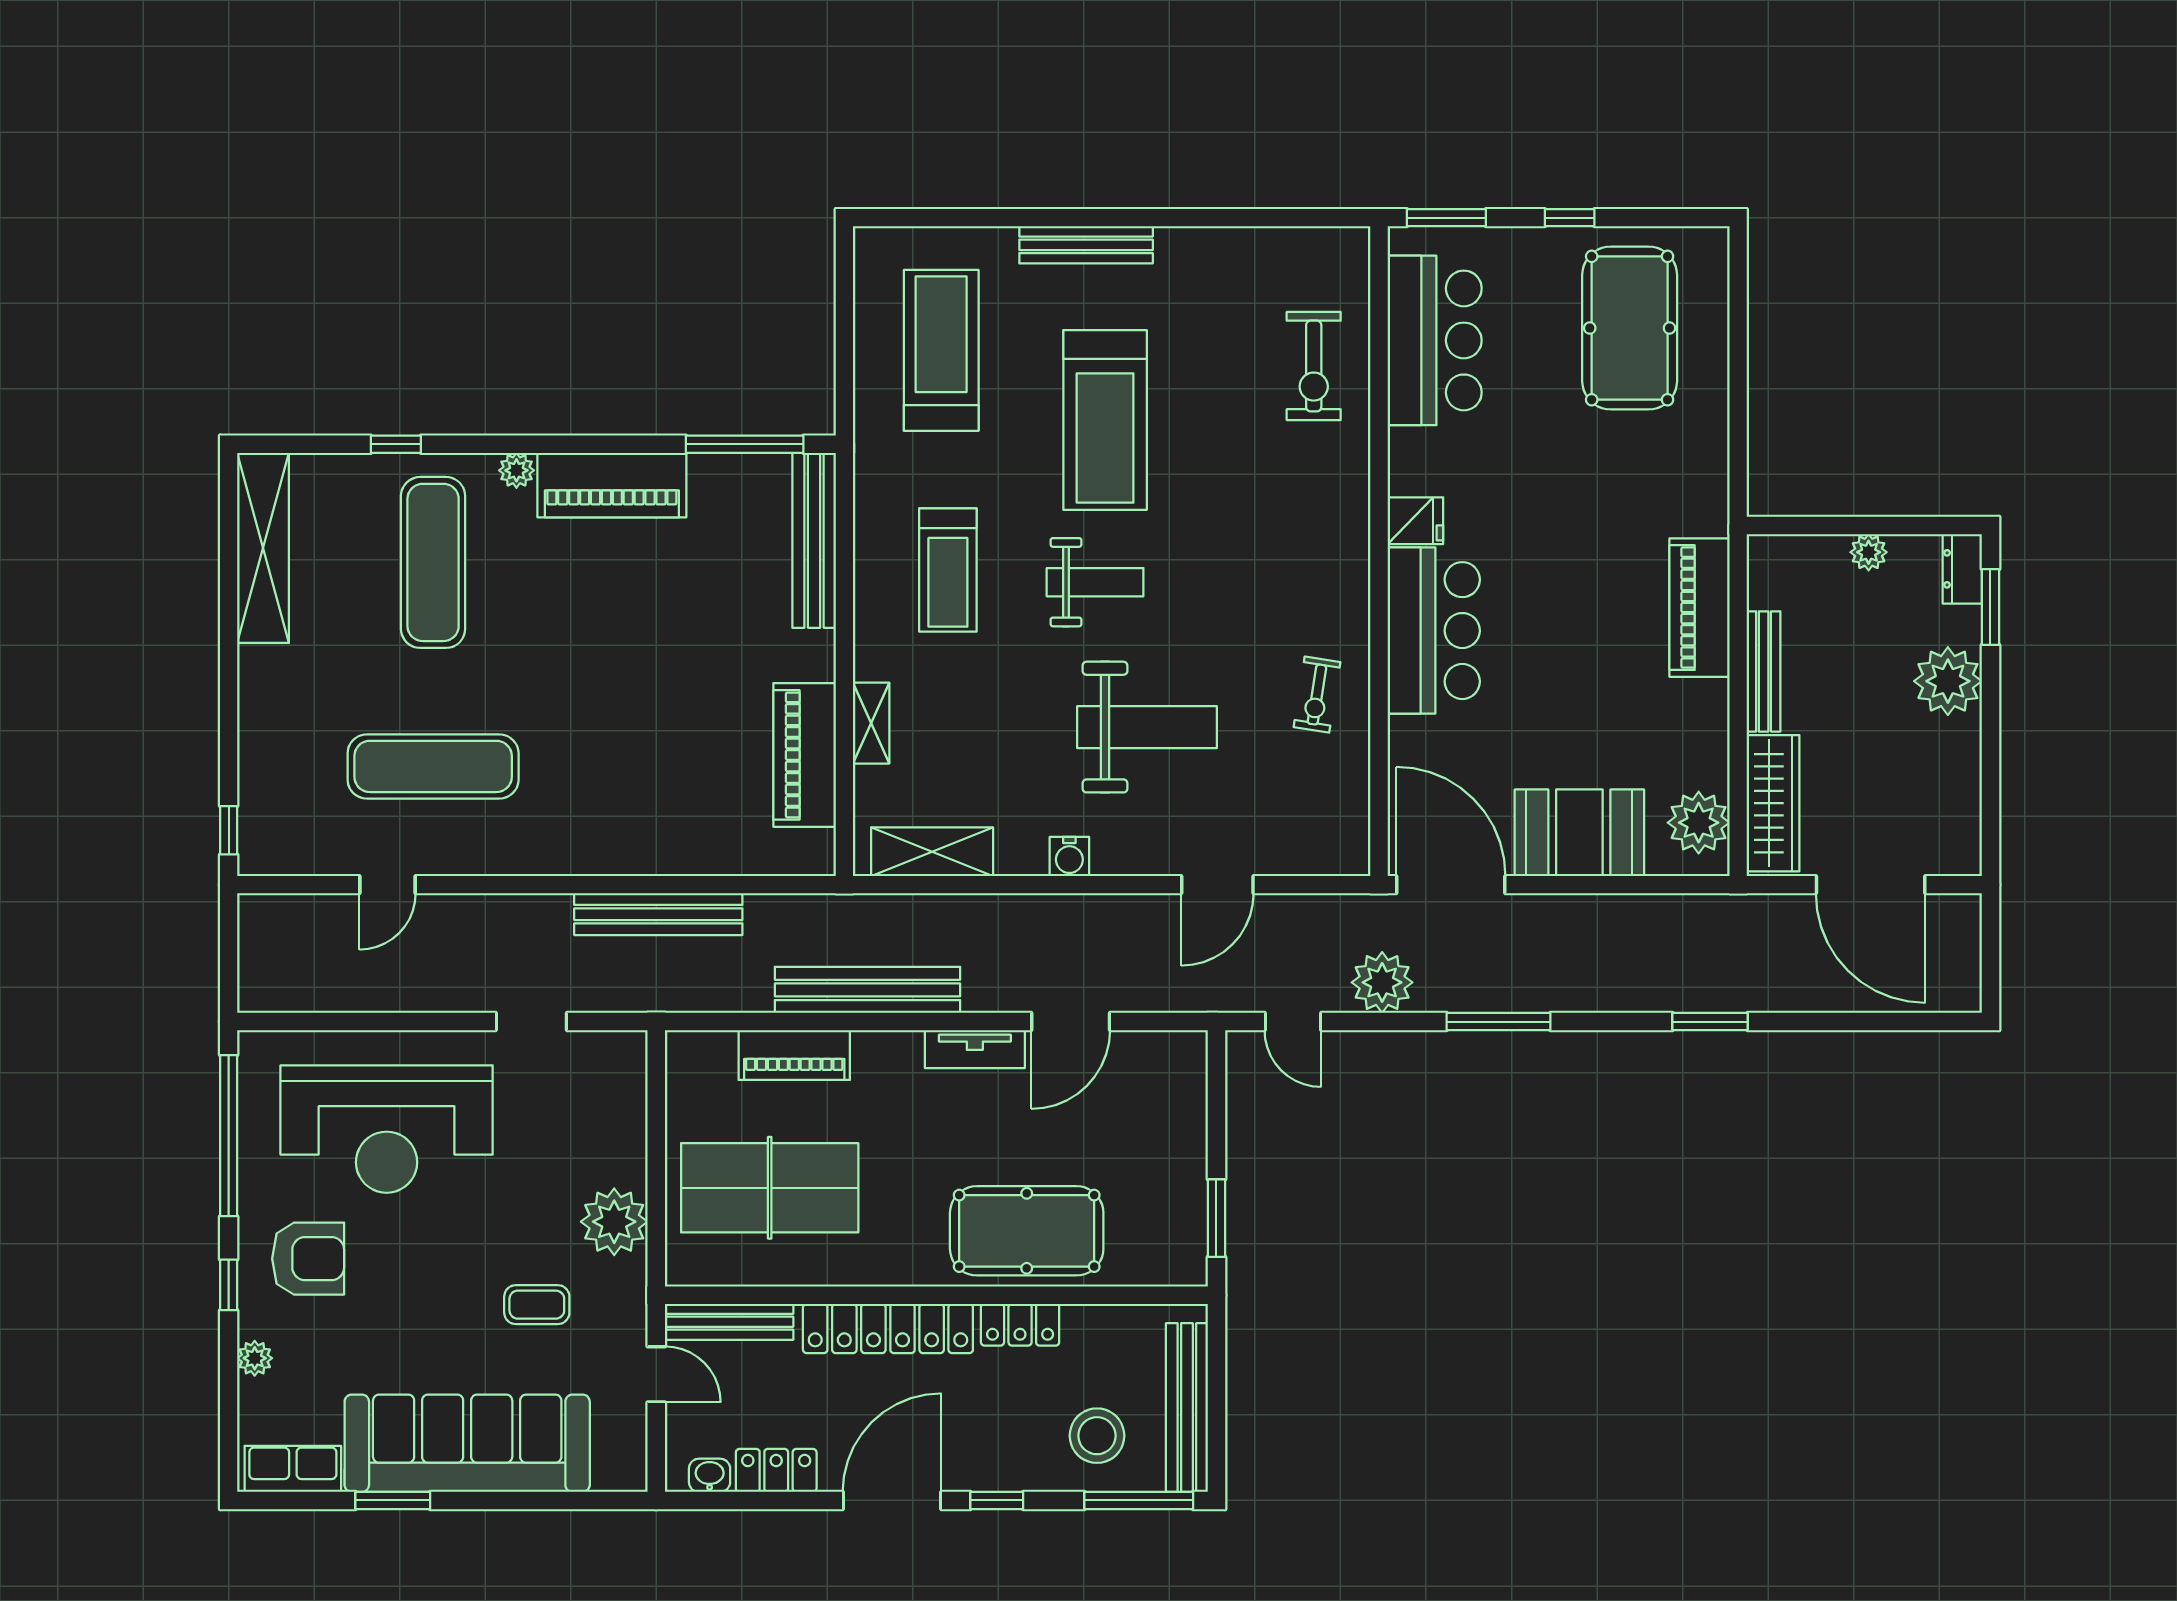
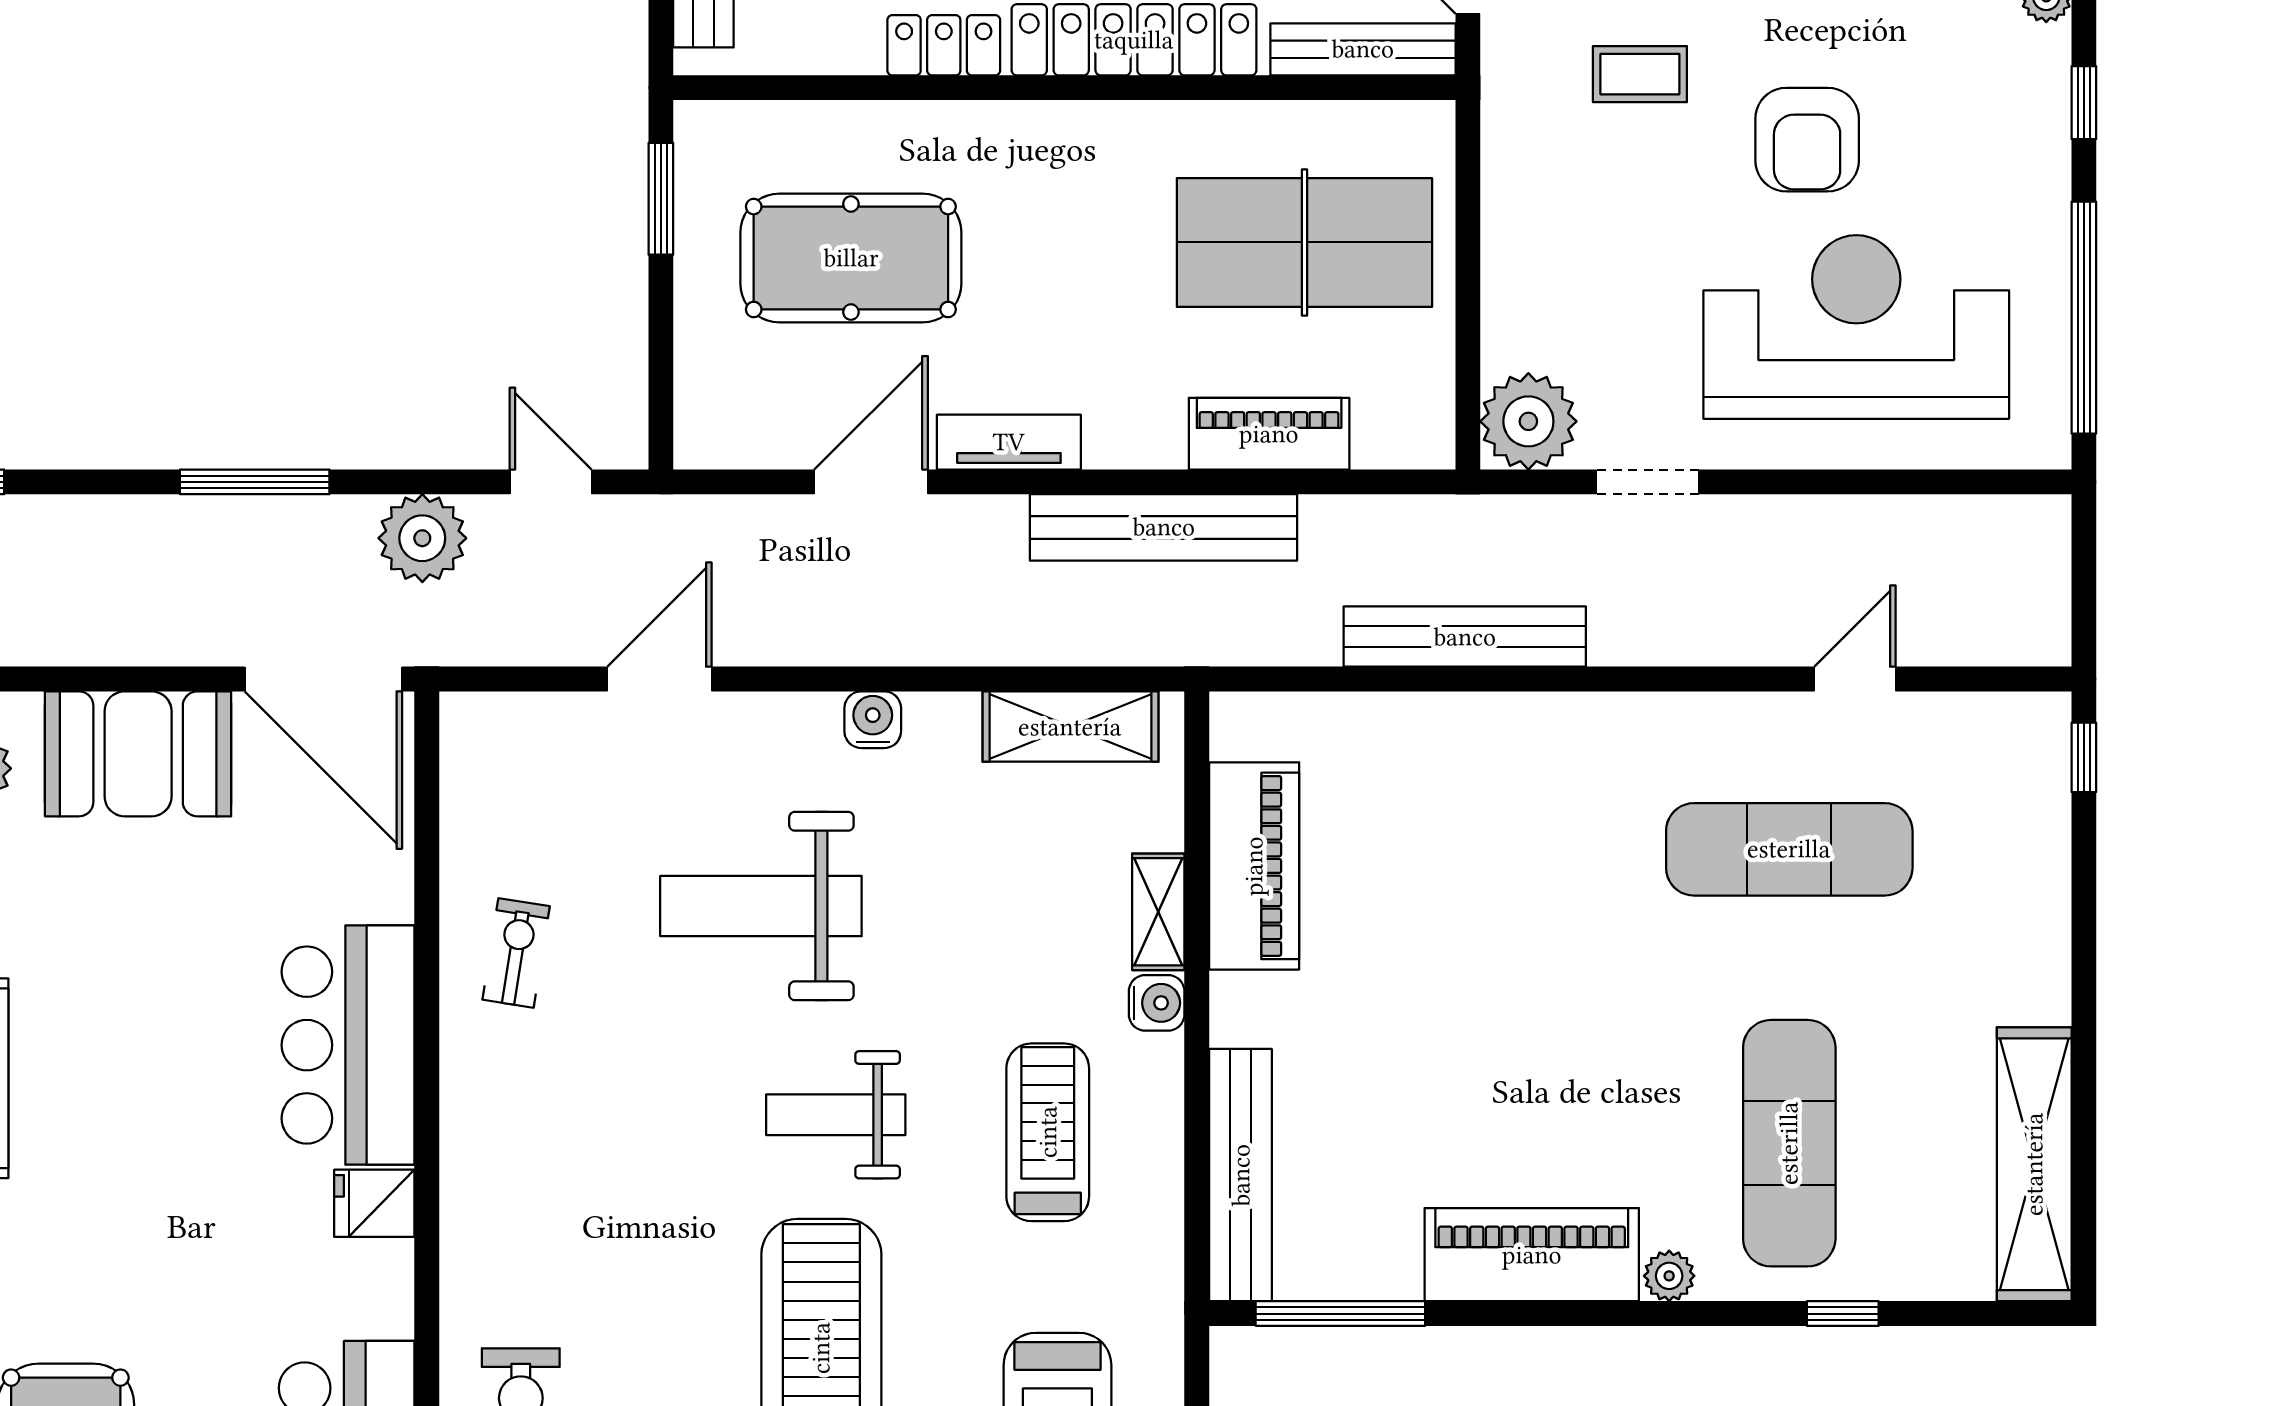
water cooler: (872, 660) -> (1157, 1003), added
plant: (614, 1222) -> (1528, 421), moved
pool table: (1027, 1231) -> (851, 258), moved
armchair: (308, 1259) -> (1807, 140), moved, turned -90

